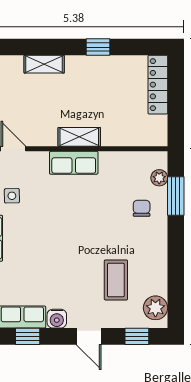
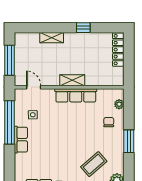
row of seats: (74, 163) -> (76, 95), width x1.48
window: (176, 196) -> (129, 141), moved
coffee table: (116, 280) -> (94, 164), turned 49

